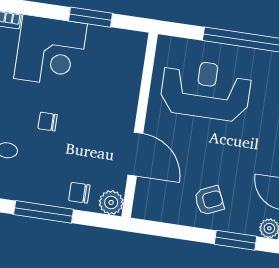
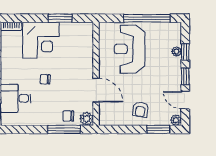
reception desk: (206, 90) -> (130, 49), turned -90
armchair: (209, 200) -> (140, 110), turned 122
window: (44, 212) -> (64, 129), moved

